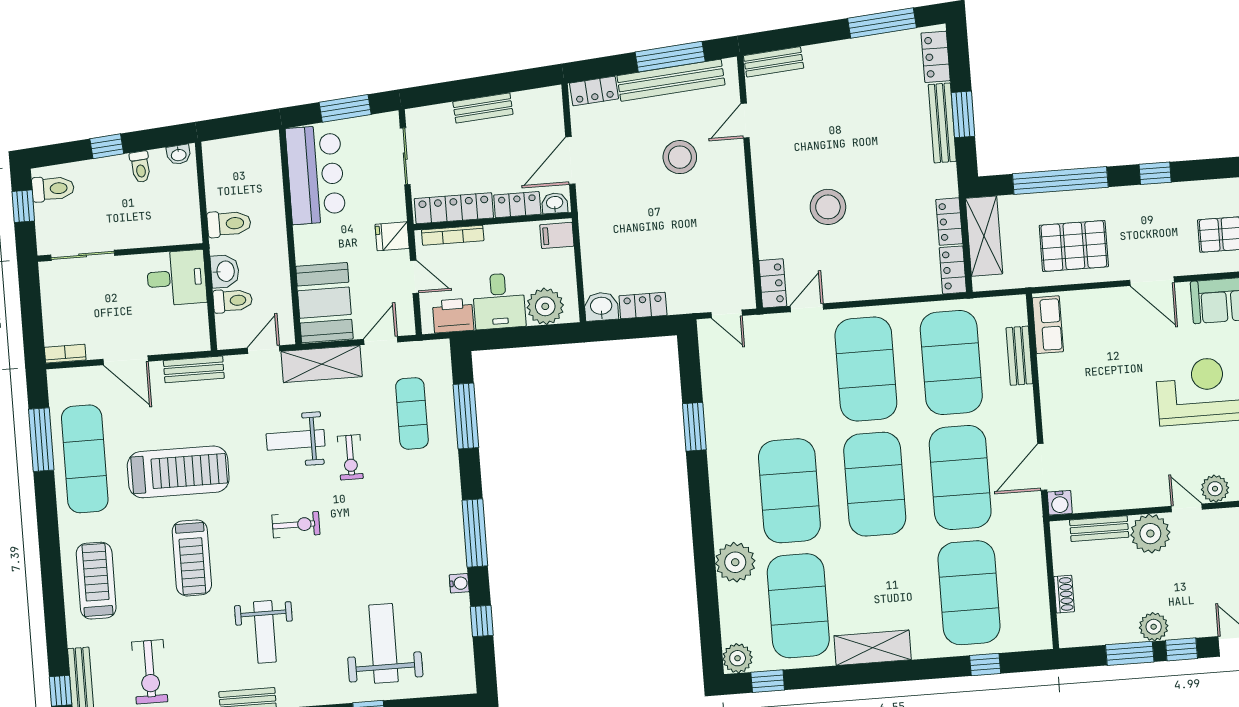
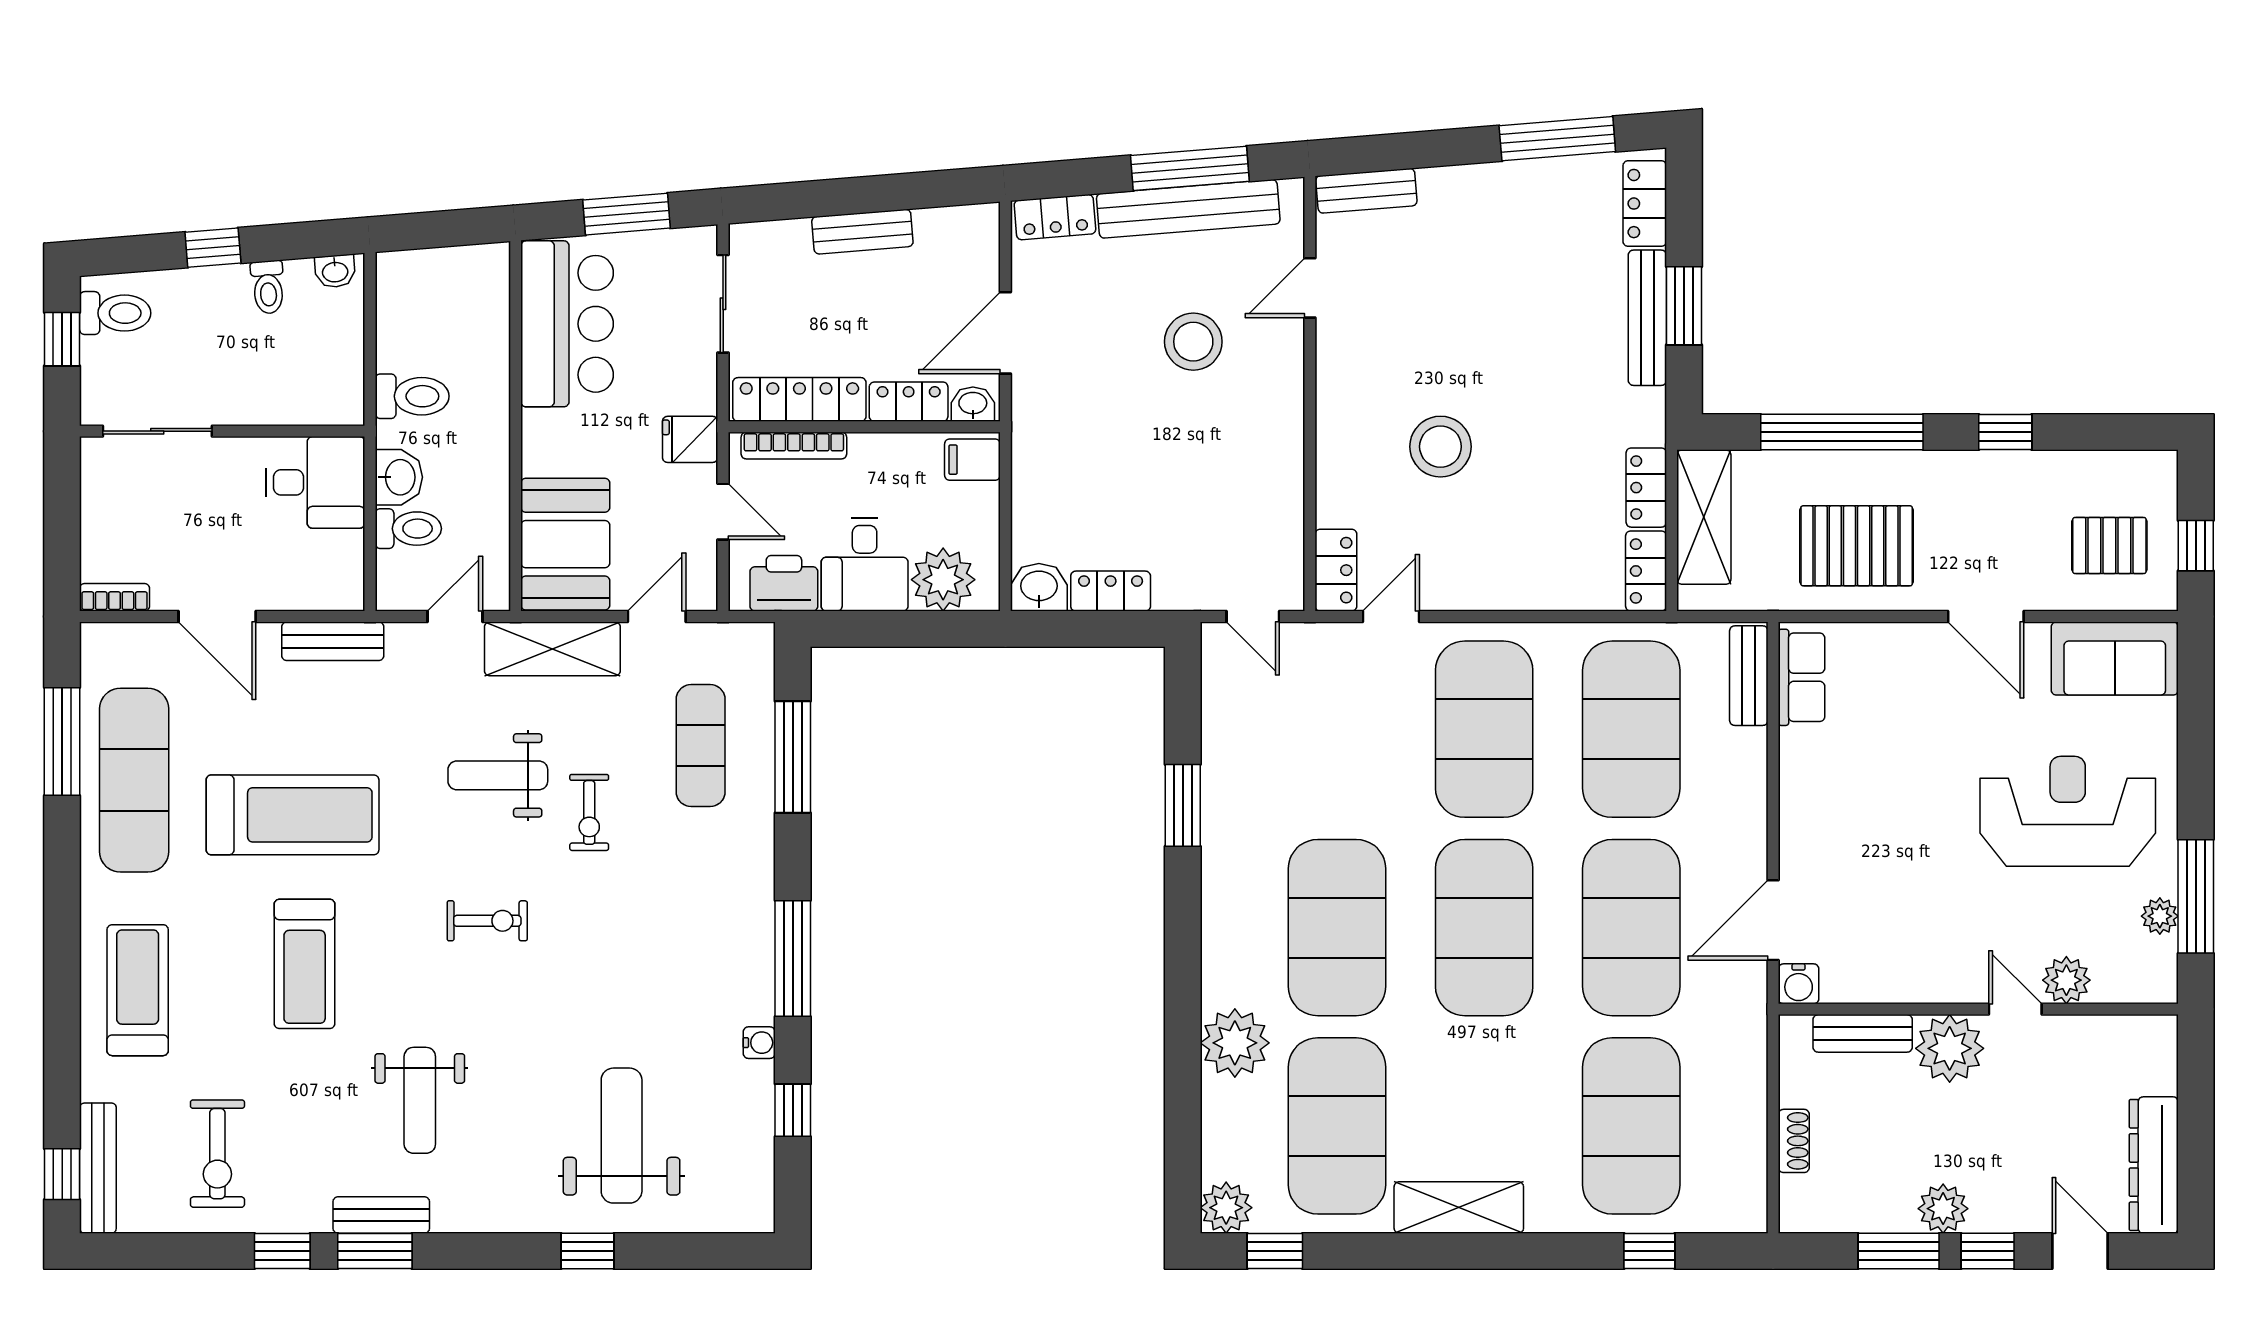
bench: (1019, 356) -> (1749, 676), moved

